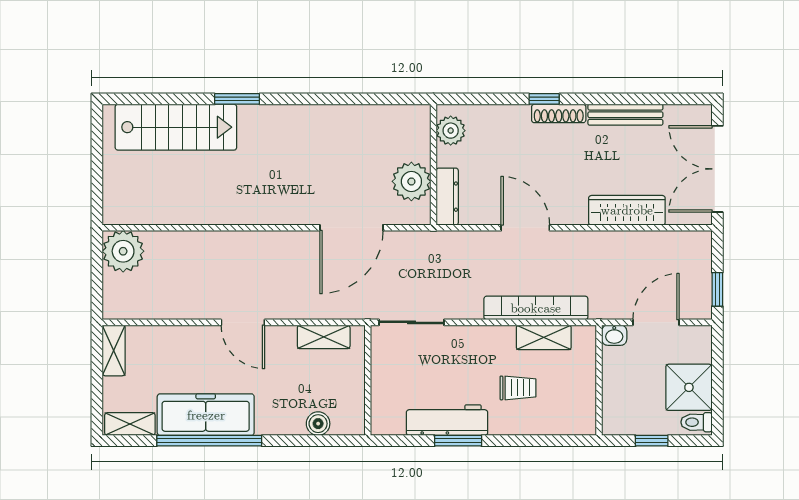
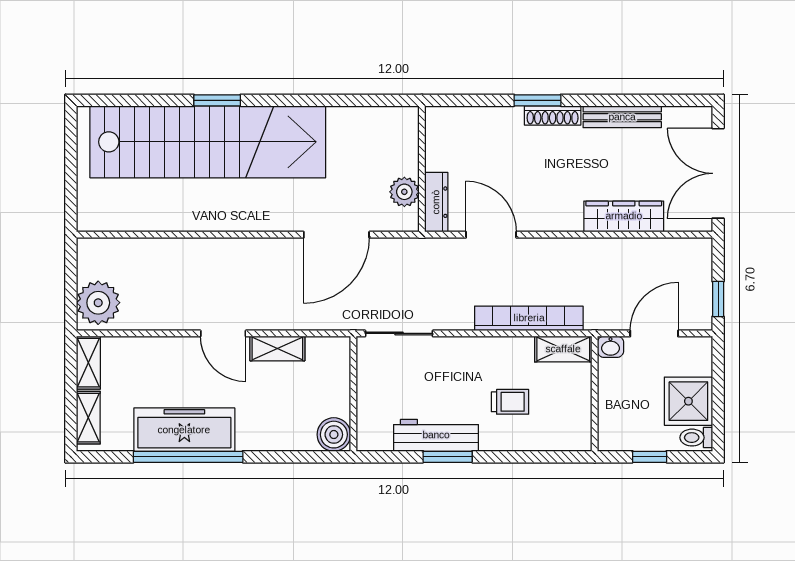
window: (544, 99) -> (537, 100), width x1.50
stairs: (176, 127) -> (208, 142), width x1.86, depth x1.51
plant: (451, 131) -> (440, 133), removed
plant: (411, 181) -> (404, 192), width x0.73, depth x0.73
door: (525, 228) -> (491, 235), moved
plant: (123, 251) -> (98, 303), moved
shelving: (324, 337) -> (277, 348), moved
shelving: (544, 337) -> (563, 349), moved
shelving: (130, 424) -> (88, 418), moved, turned 90
boiler: (318, 424) -> (334, 435), moved, width x1.36, depth x1.36

